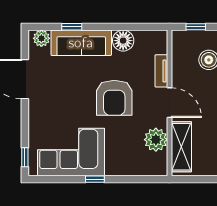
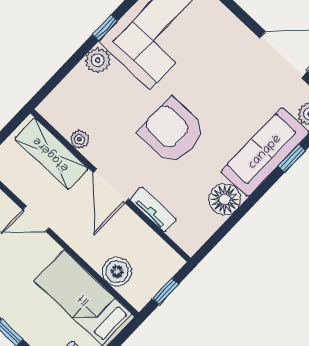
door: (169, 103) -> (111, 186), hinge flipped
plant: (156, 140) -> (79, 139), width x0.53, depth x0.53
plant: (114, 168) -> (98, 60), added

